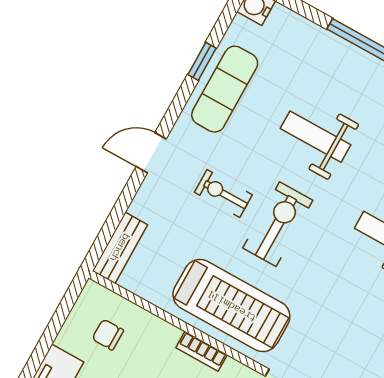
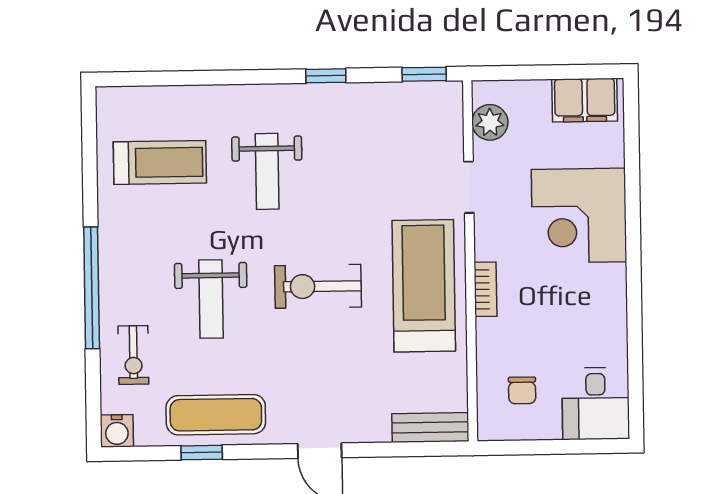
exercise bike: (223, 193) -> (133, 355), moved

